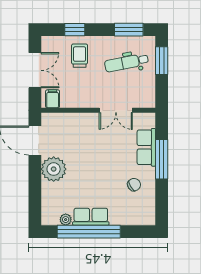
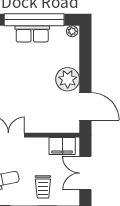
filing cabinet: (53, 99) -> (62, 146), width x2.00
plant: (66, 220) -> (72, 31), moved

